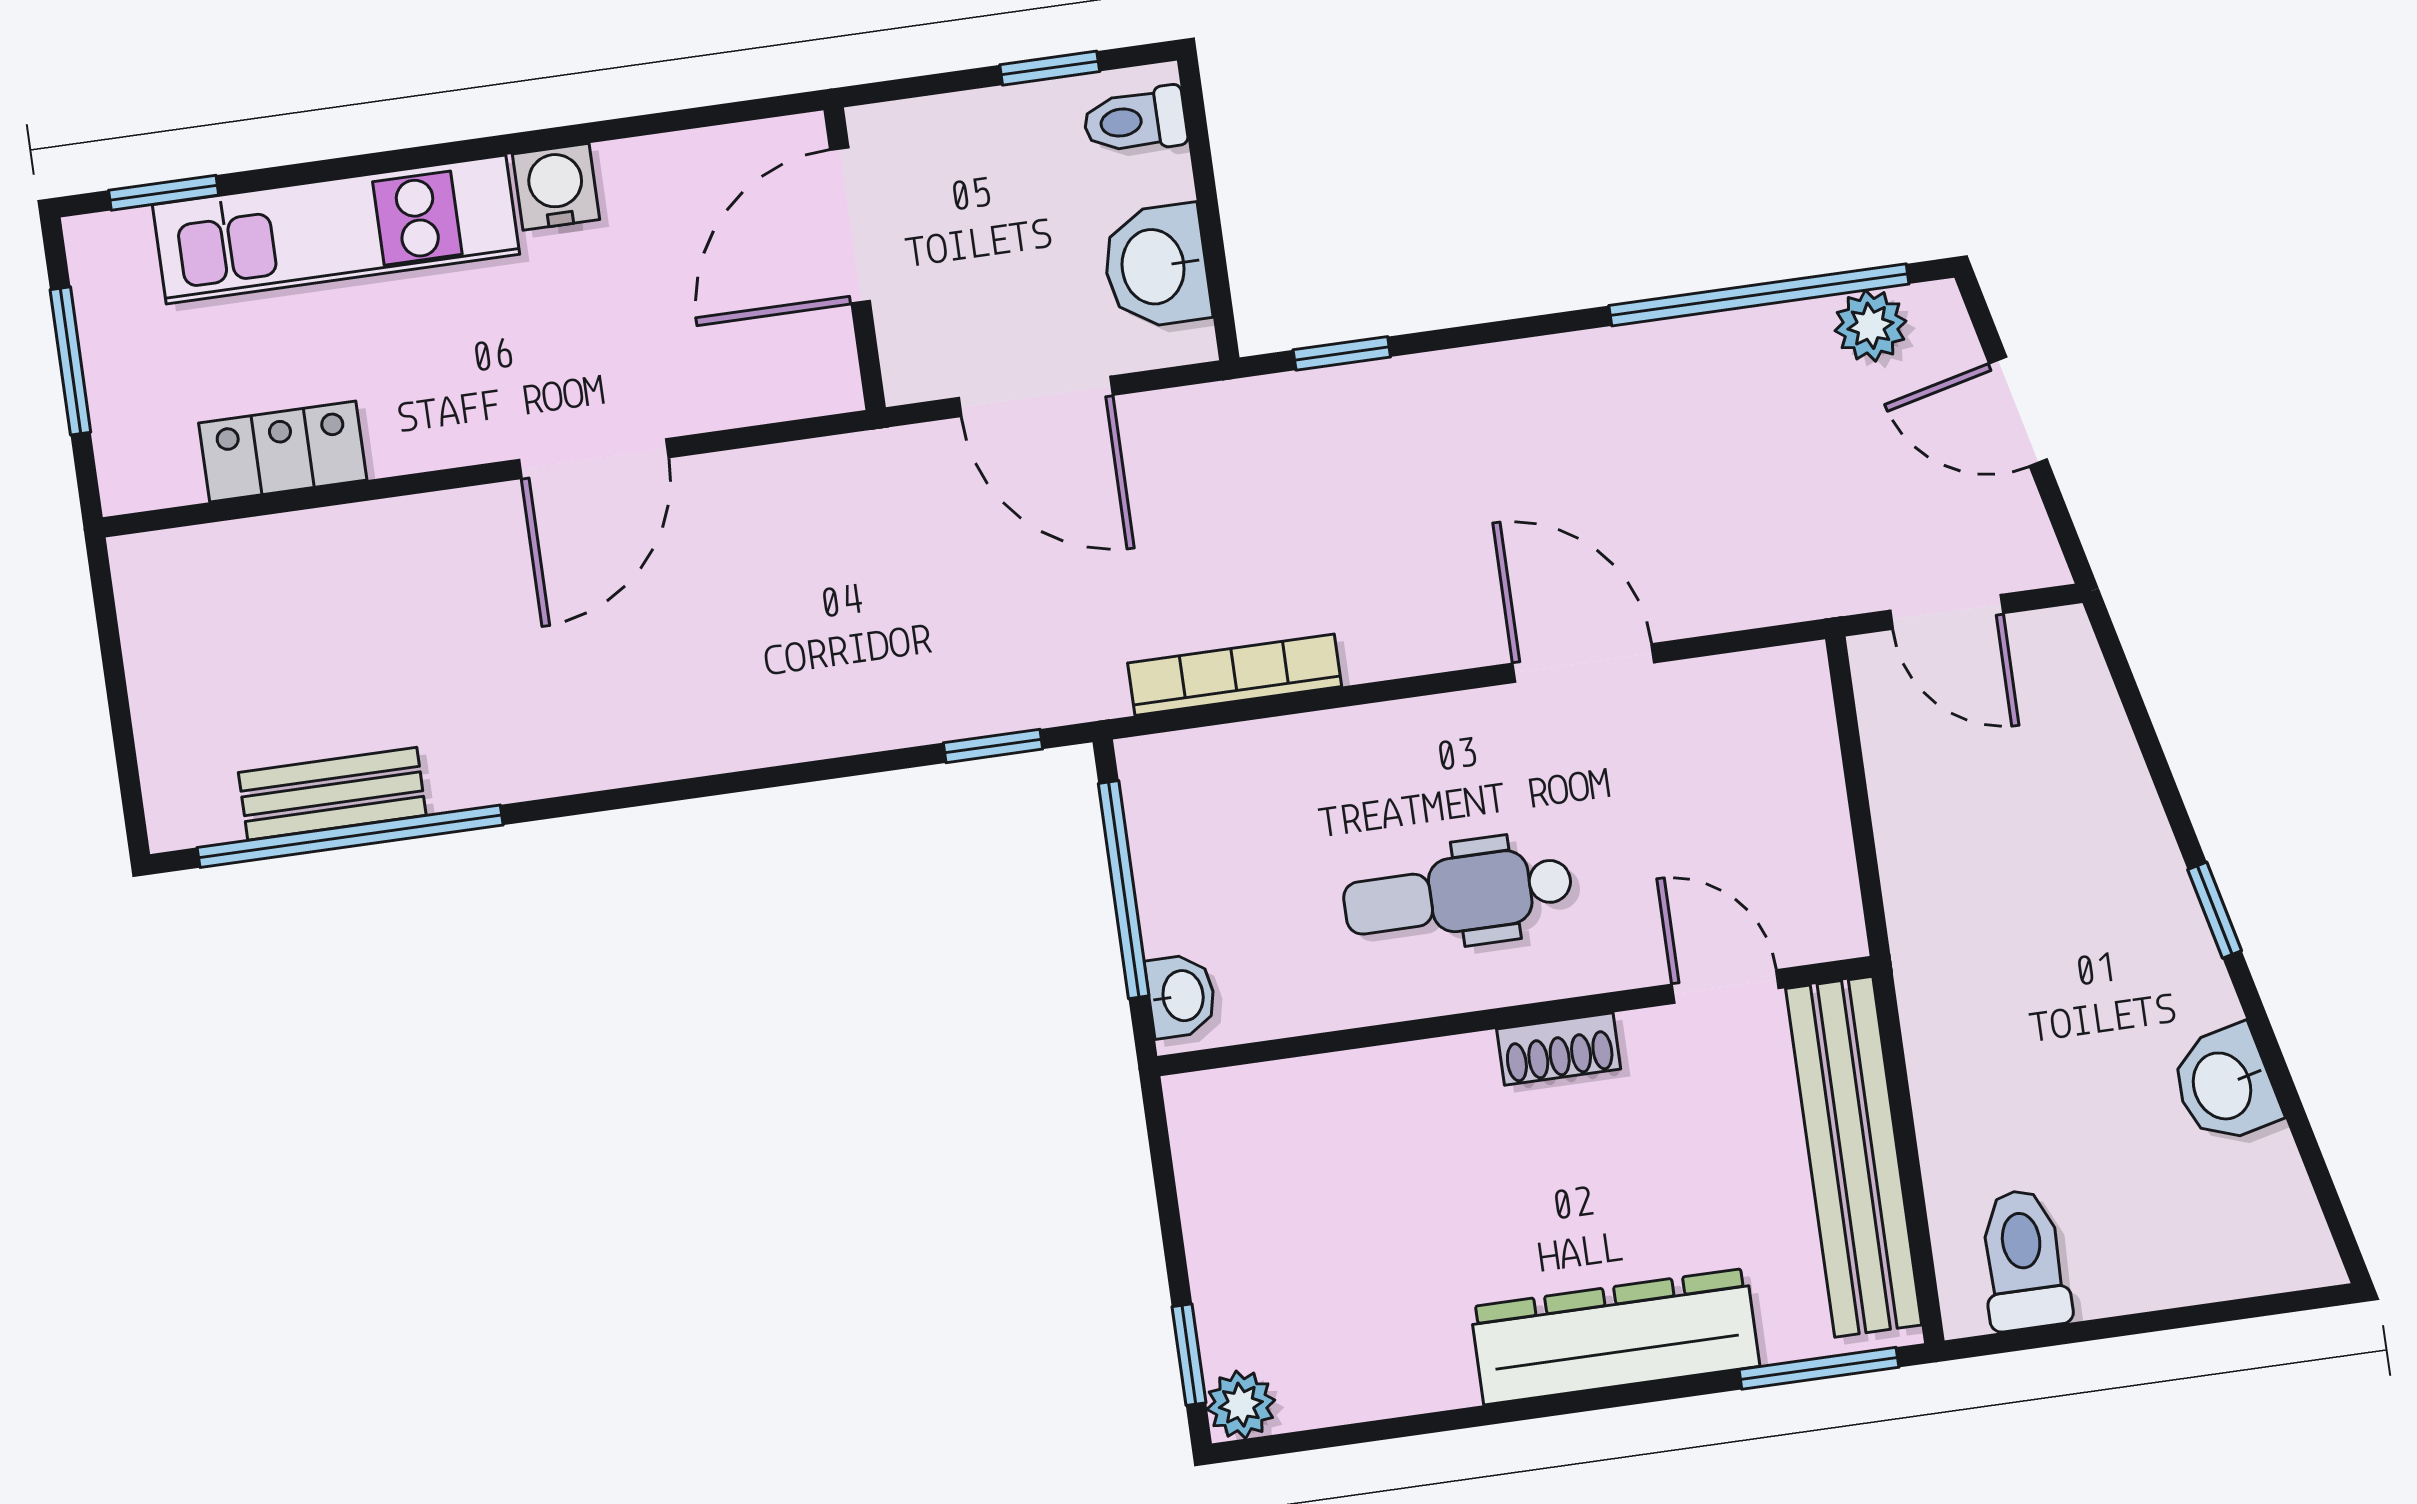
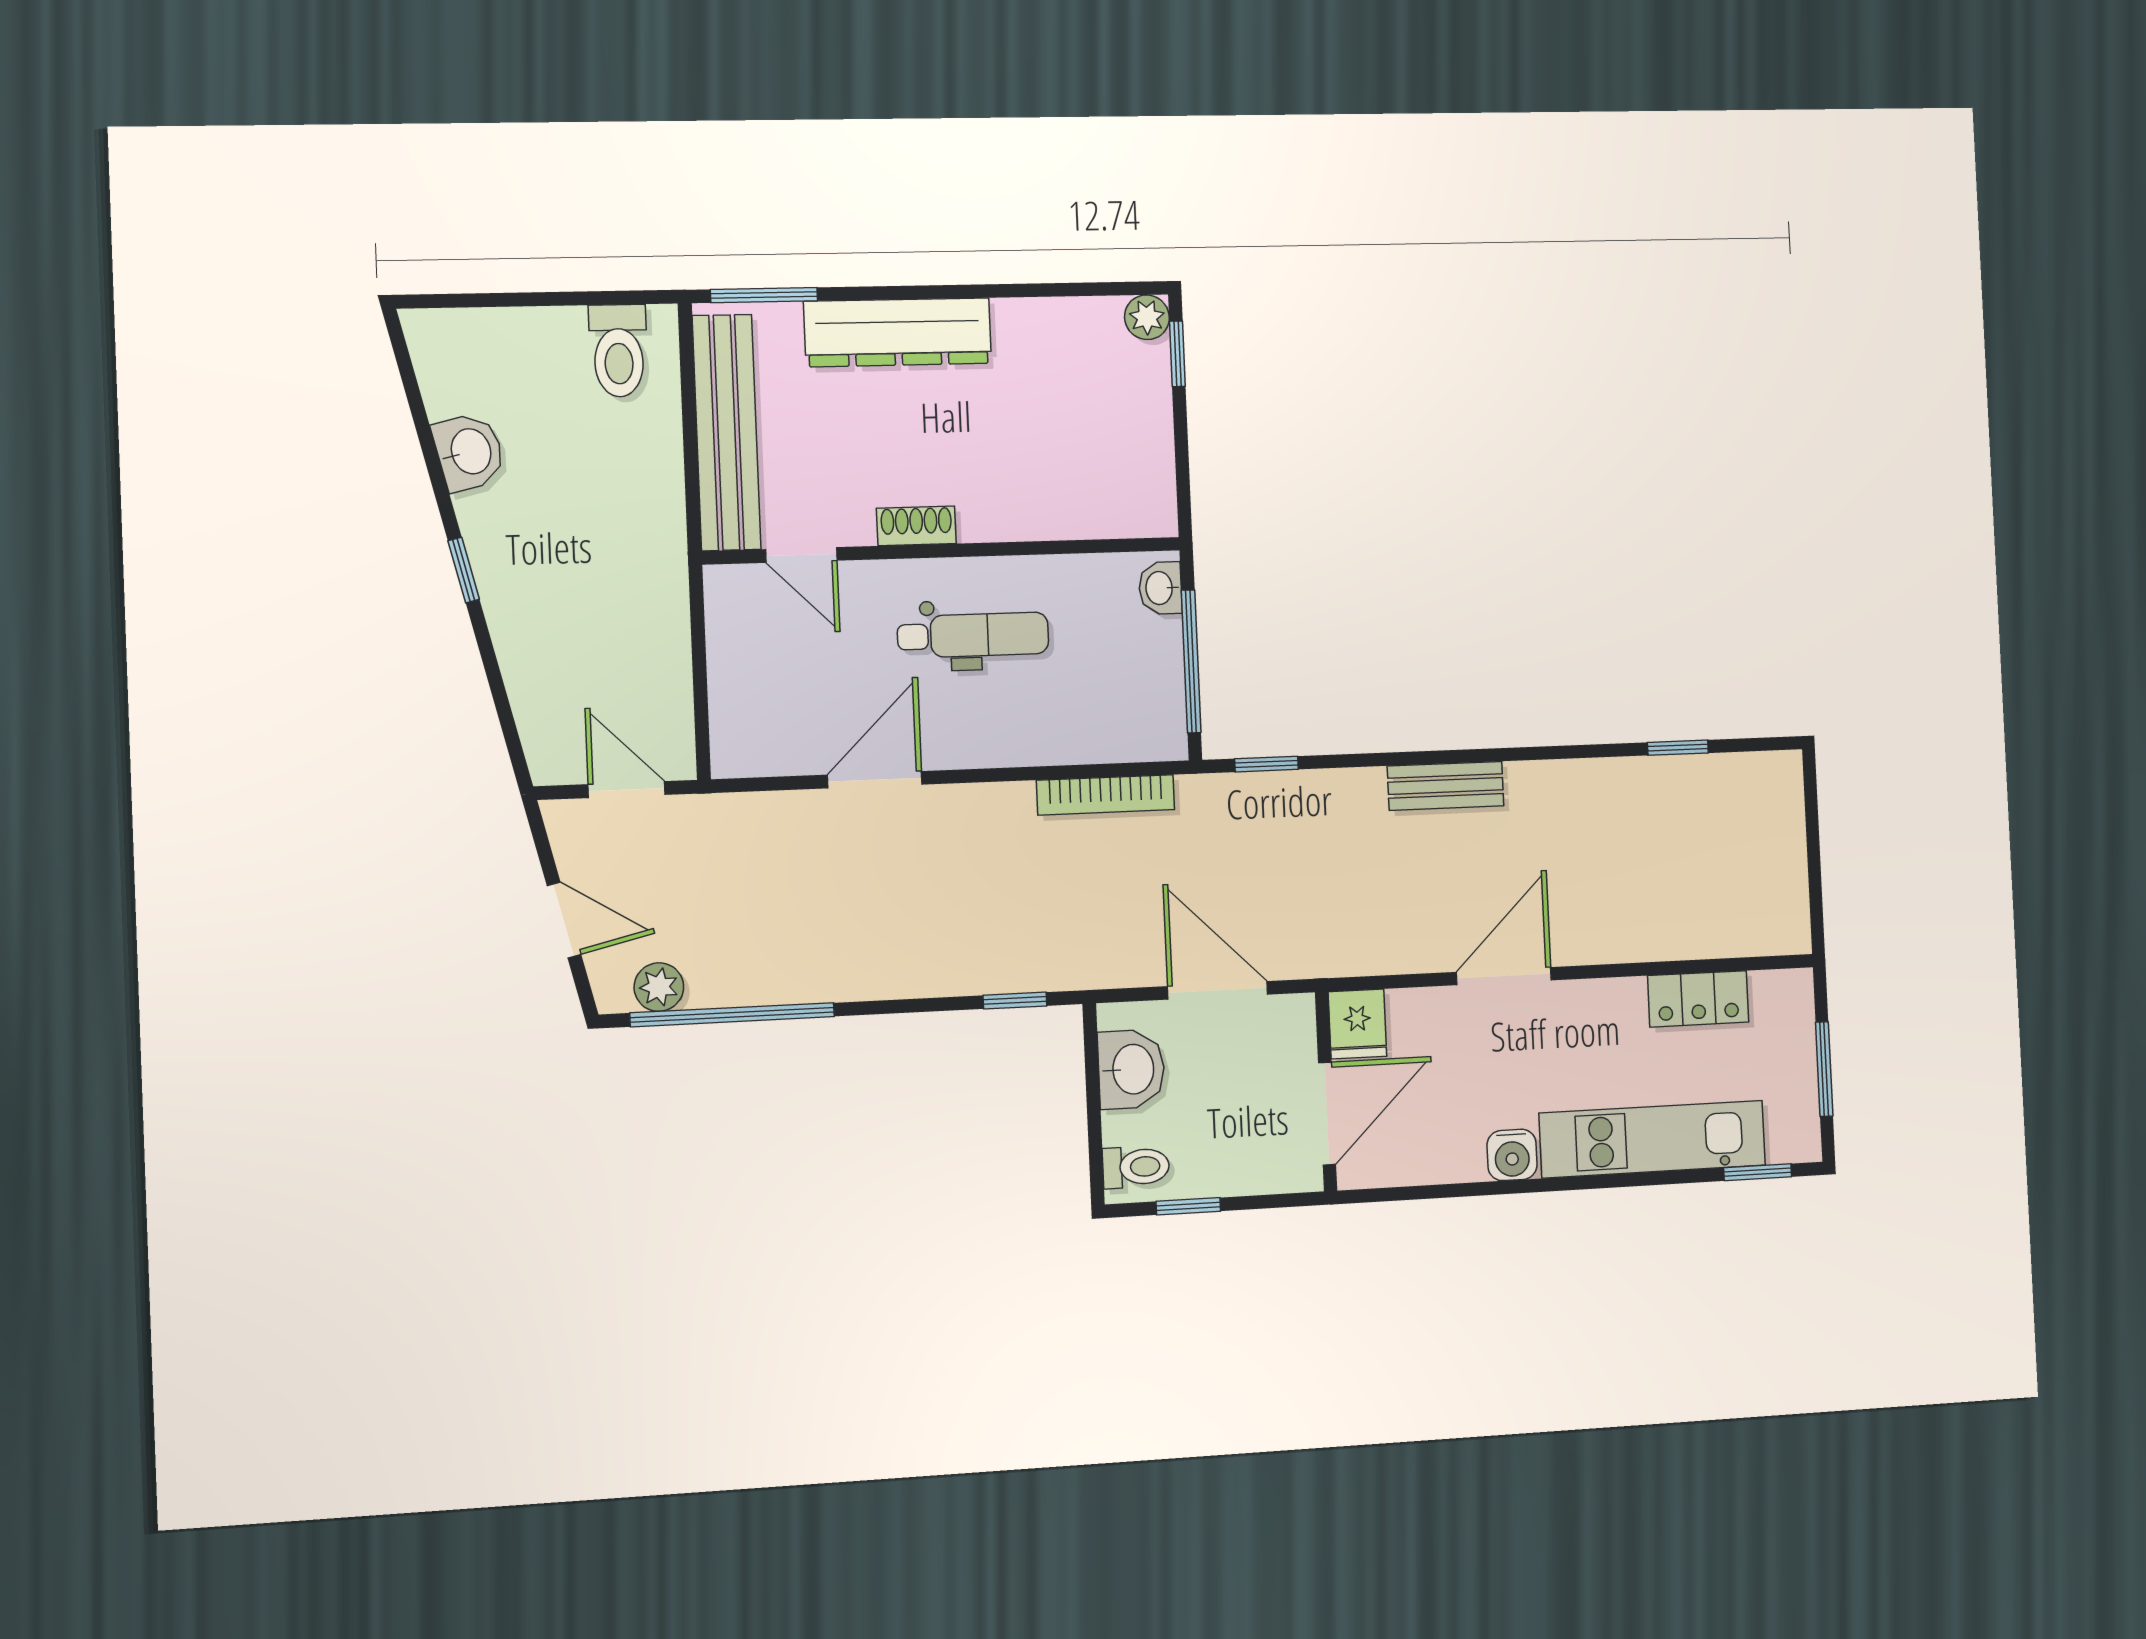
fridge: (816, 365) -> (1357, 1024), added
door: (1583, 663) -> (875, 780), swing flipped
bench: (332, 794) -> (1446, 786), moved
window: (350, 836) -> (1678, 748), width x0.32

